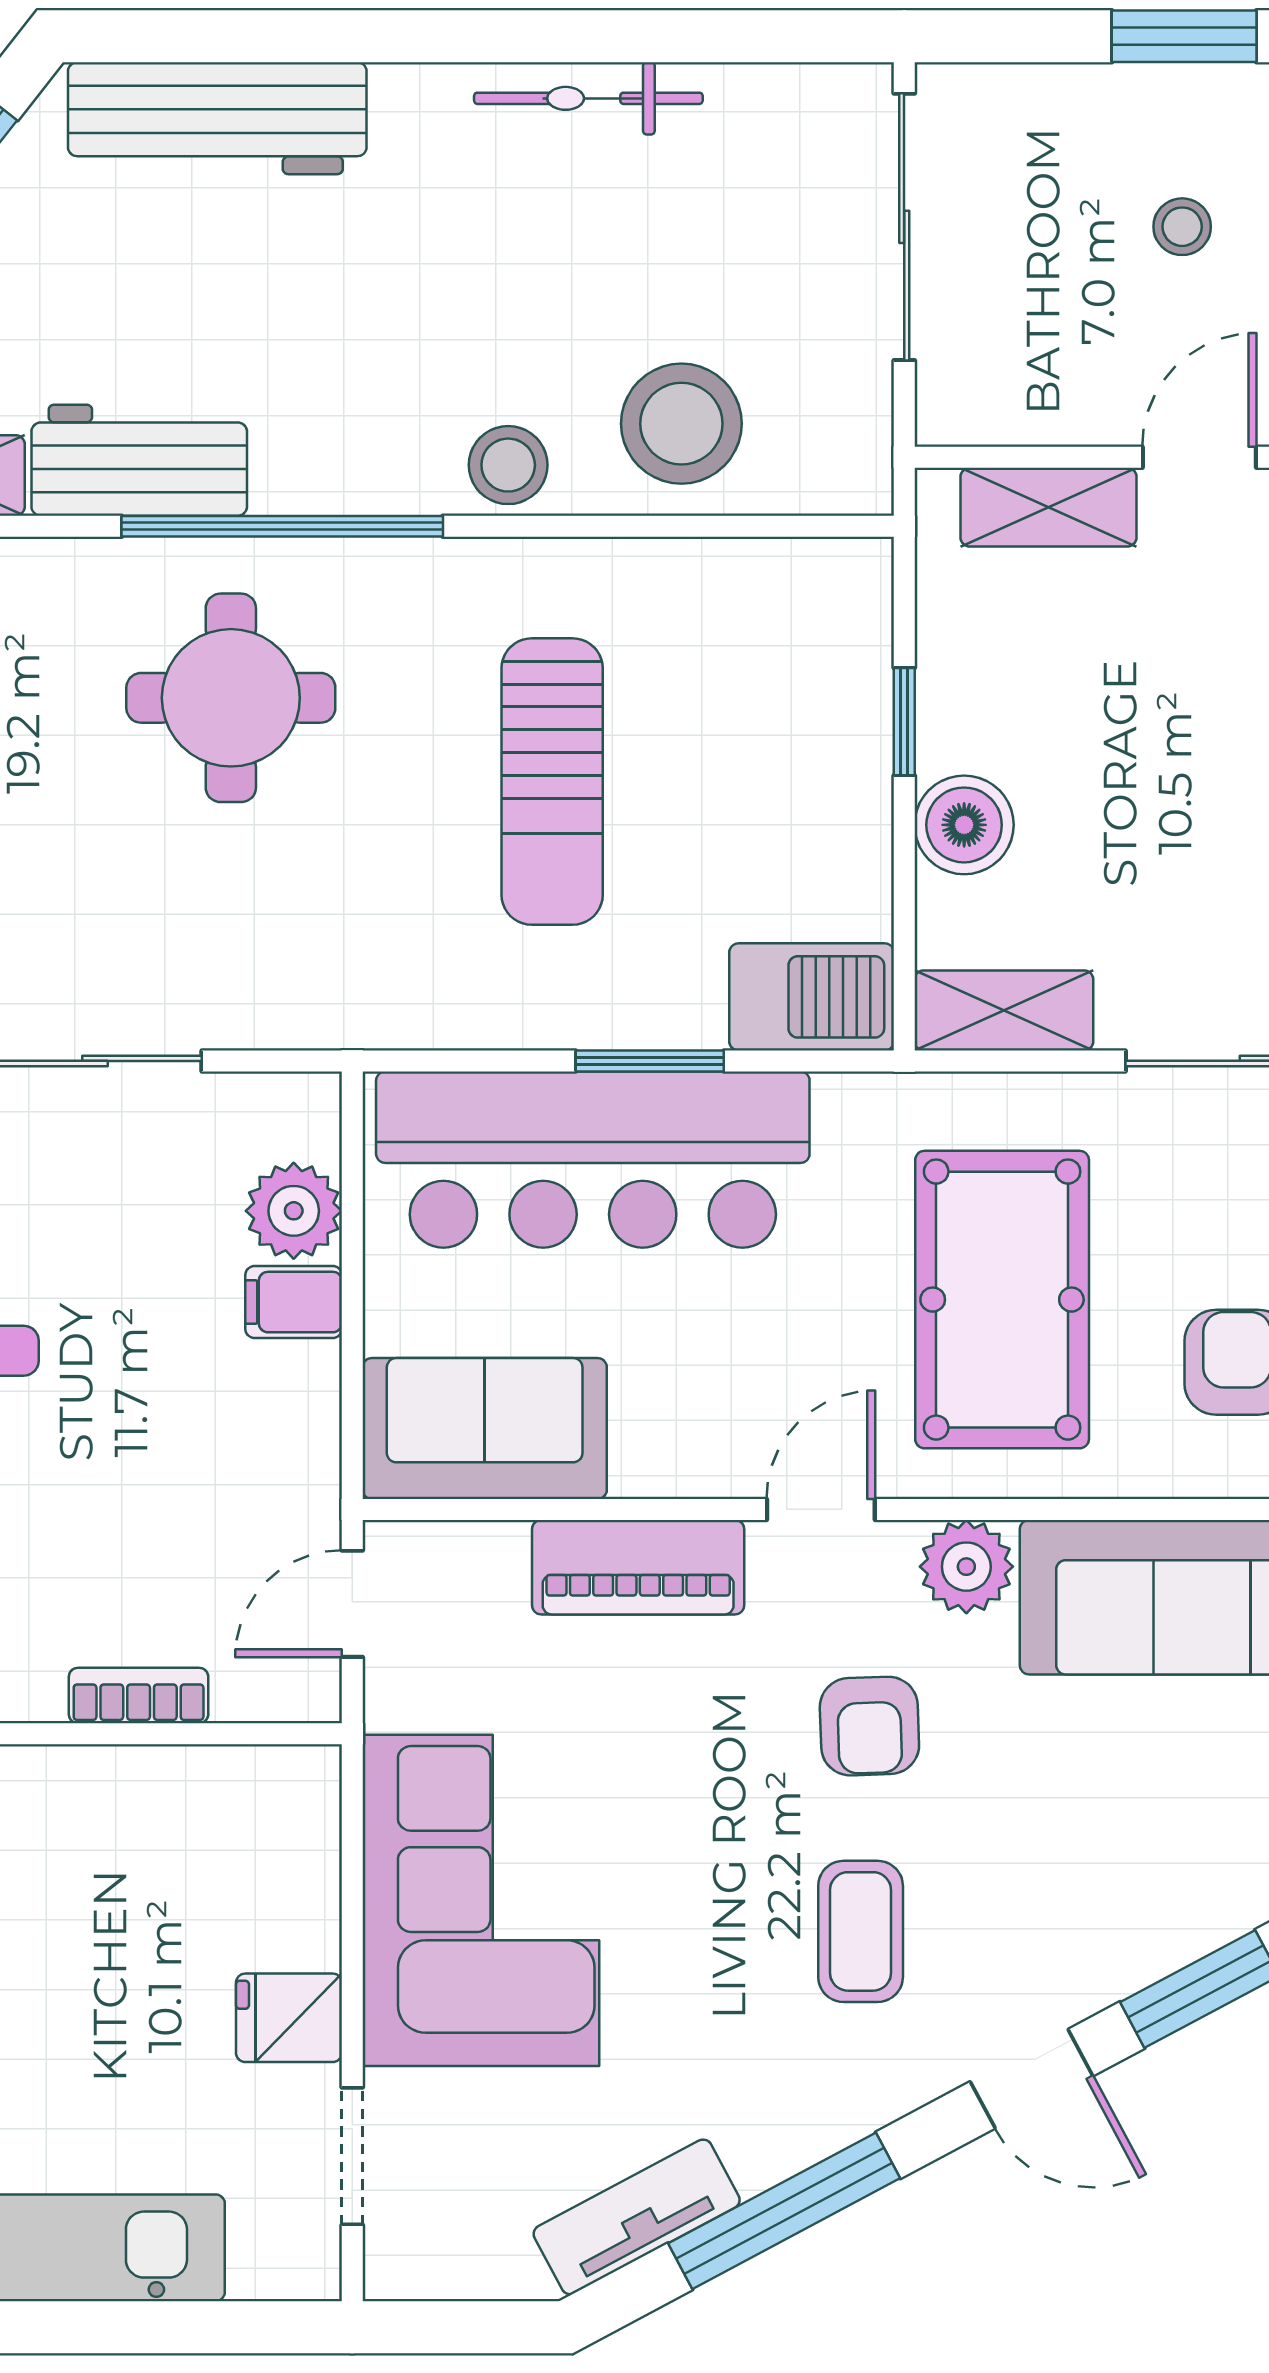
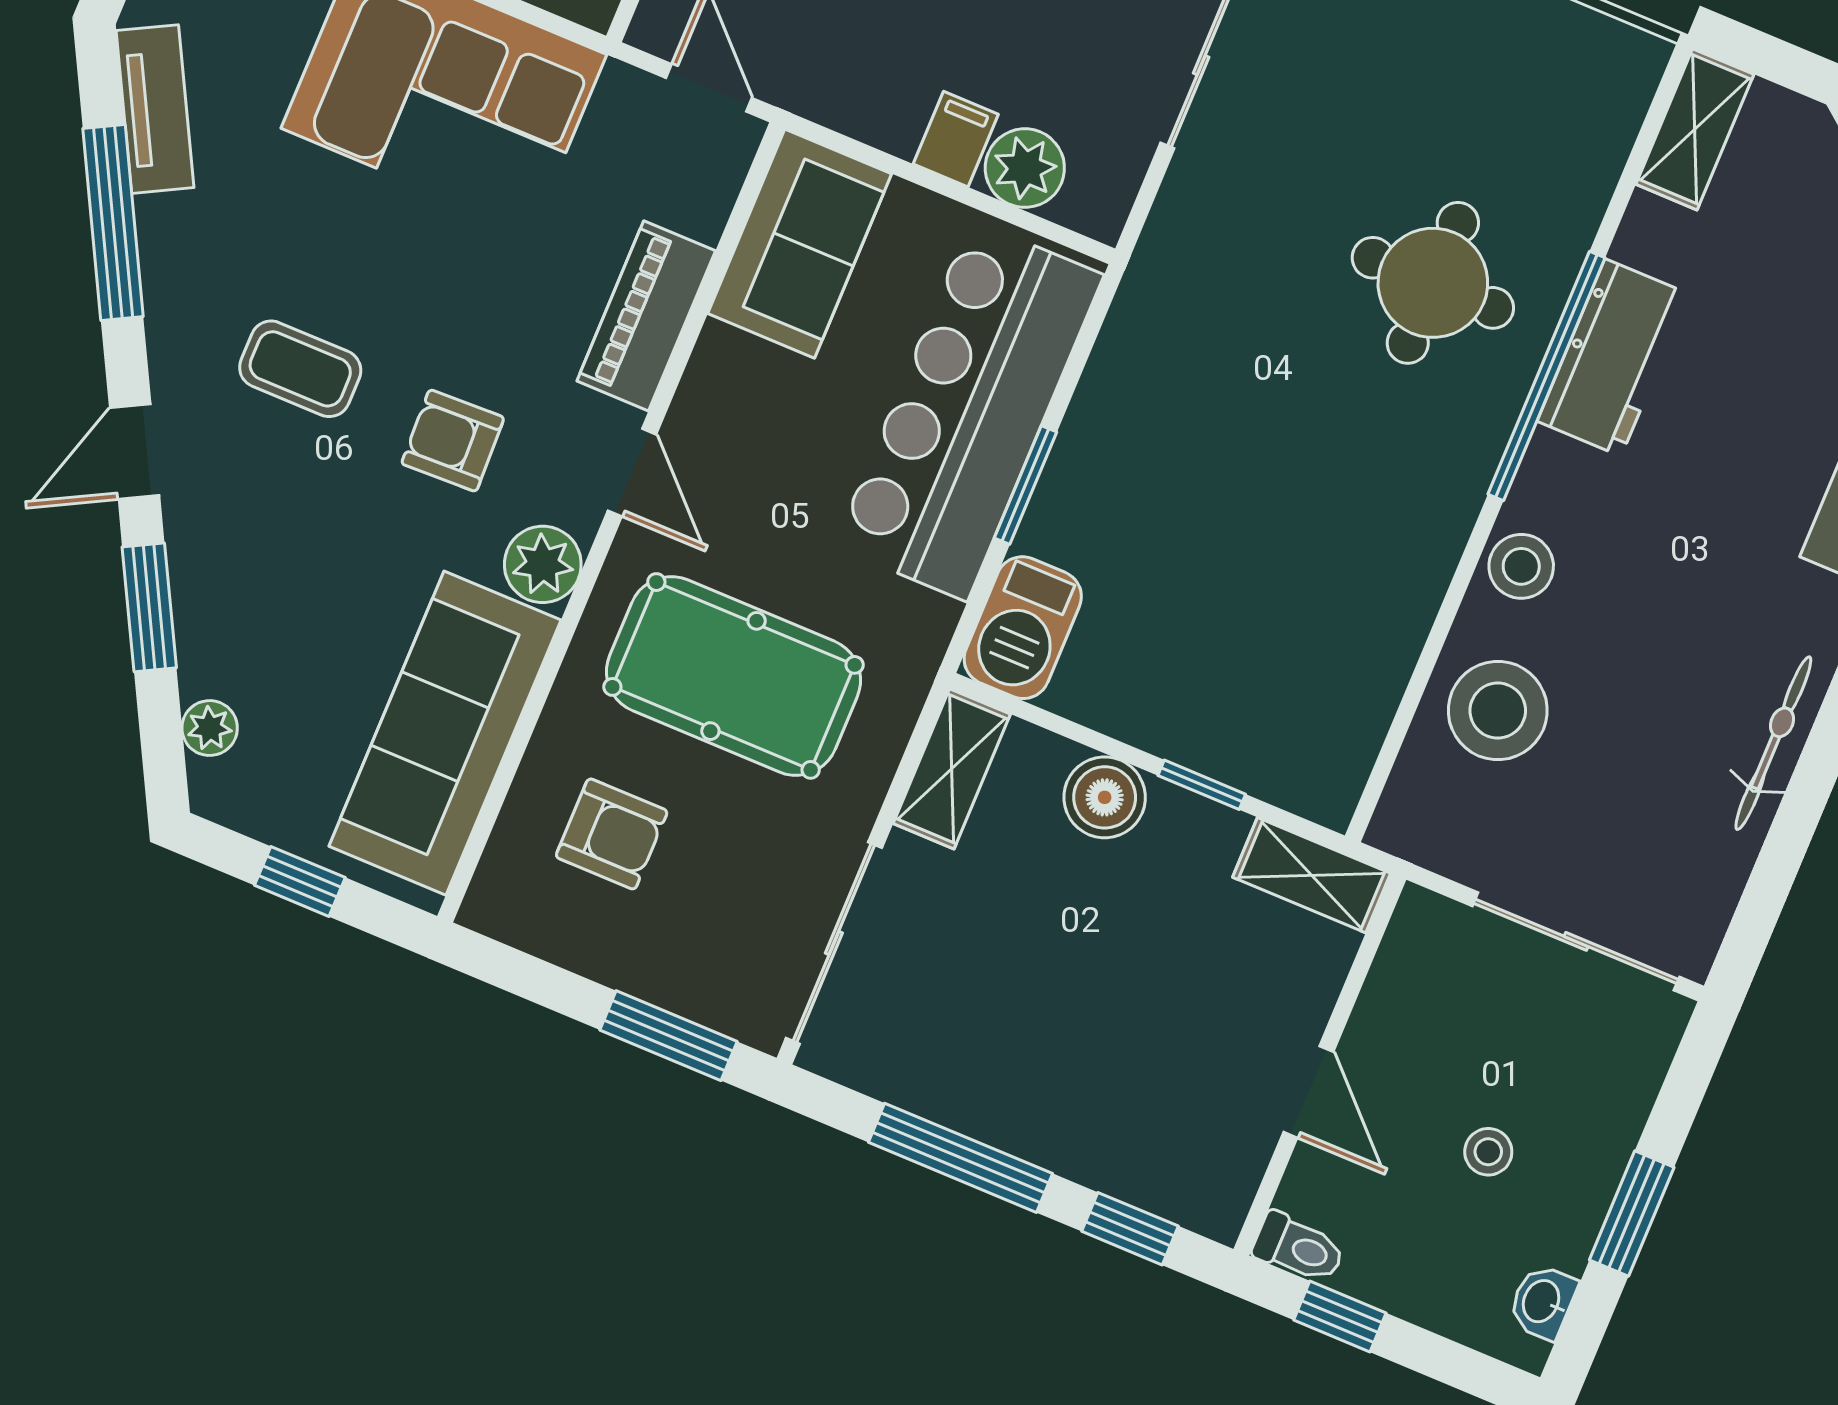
workbench: (139, 460) -> (1613, 357), moved
shelving: (1048, 507) -> (1312, 875), moved, turned 90
sun lounger: (552, 782) -> (1268, 499), removed

